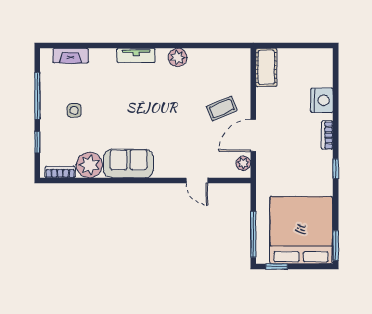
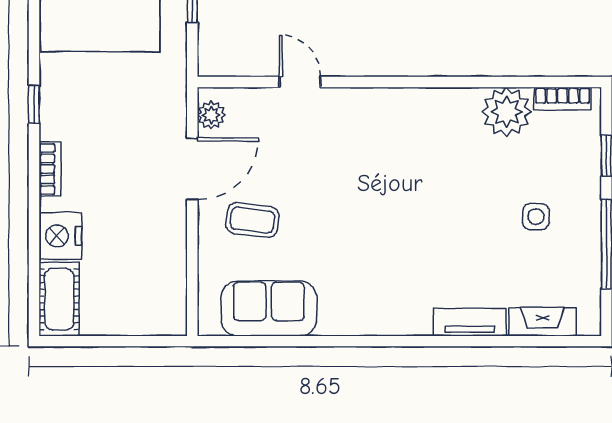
tv unit: (136, 55) -> (470, 322), moved
plant: (178, 57) -> (337, 318), removed
cot: (266, 67) -> (59, 299), moved
coffee table: (222, 109) -> (252, 220), turned 30
sofa: (129, 164) -> (269, 309), moved, turned 180

